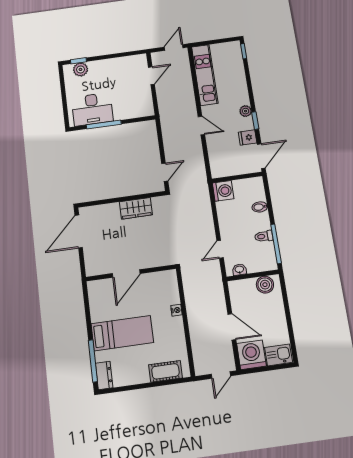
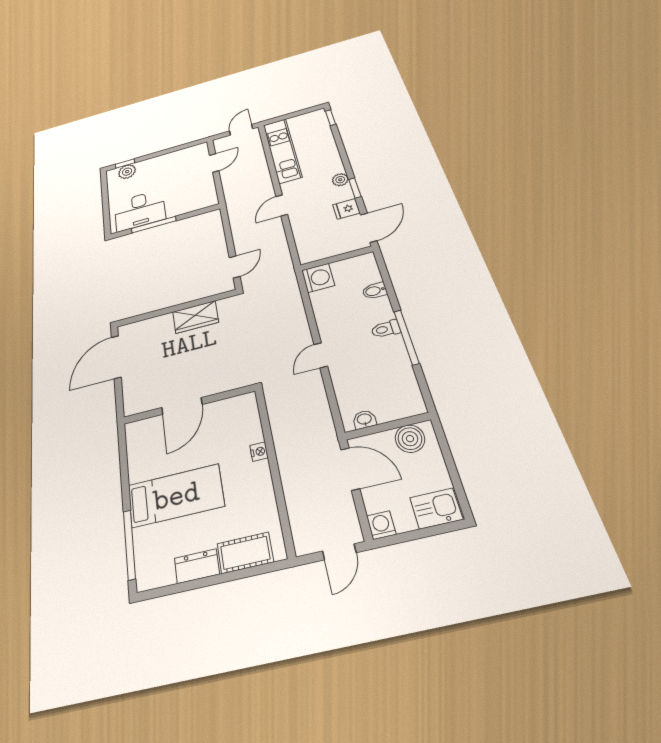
door: (201, 126) -> (282, 205), swing flipped
washbasin: (239, 270) -> (364, 419), moved
wall: (253, 275) -> (387, 426), moved
boiler: (265, 285) -> (410, 439), moved
washing machine: (251, 355) -> (381, 525), width x0.53, depth x0.53
dresser: (104, 375) -> (197, 566), moved, turned -90

